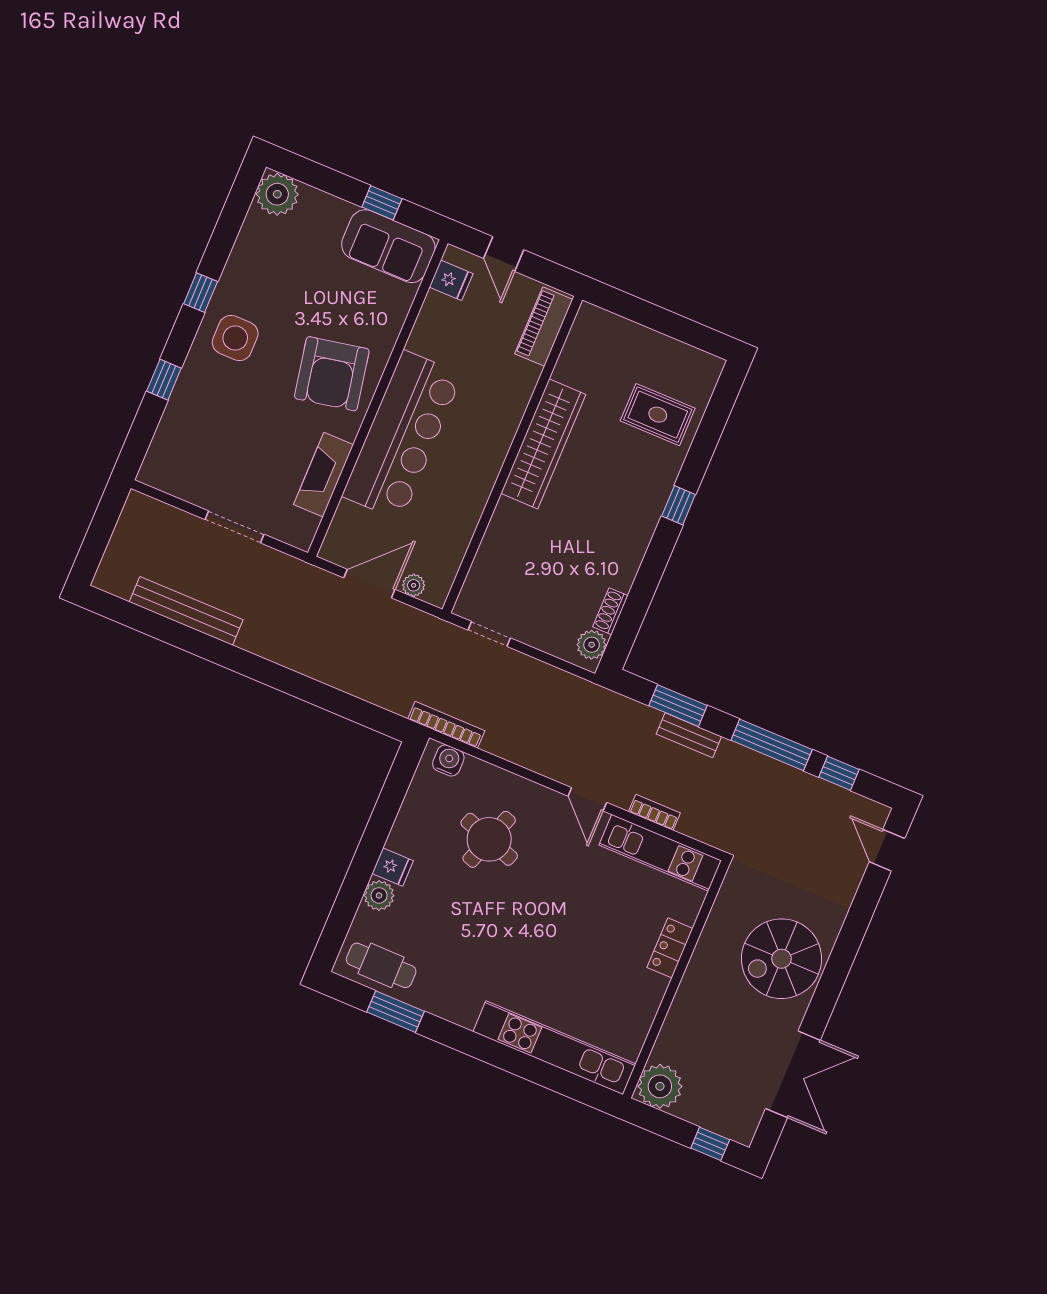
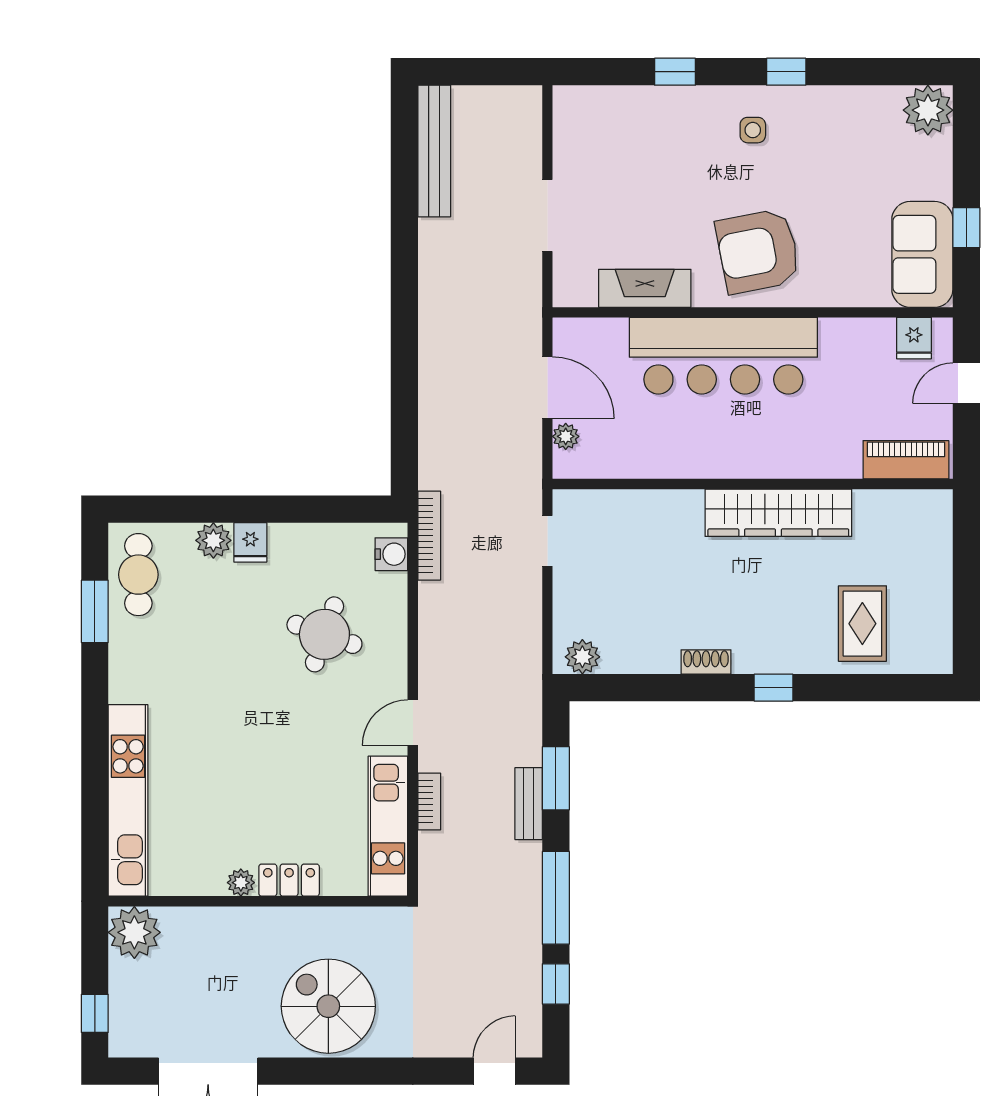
side table: (235, 338) -> (753, 130), width x0.54, depth x0.54
bench: (186, 611) -> (434, 151), moved
shoe rack: (610, 611) -> (706, 662), moved
plant: (656, 987) -> (241, 883), added

